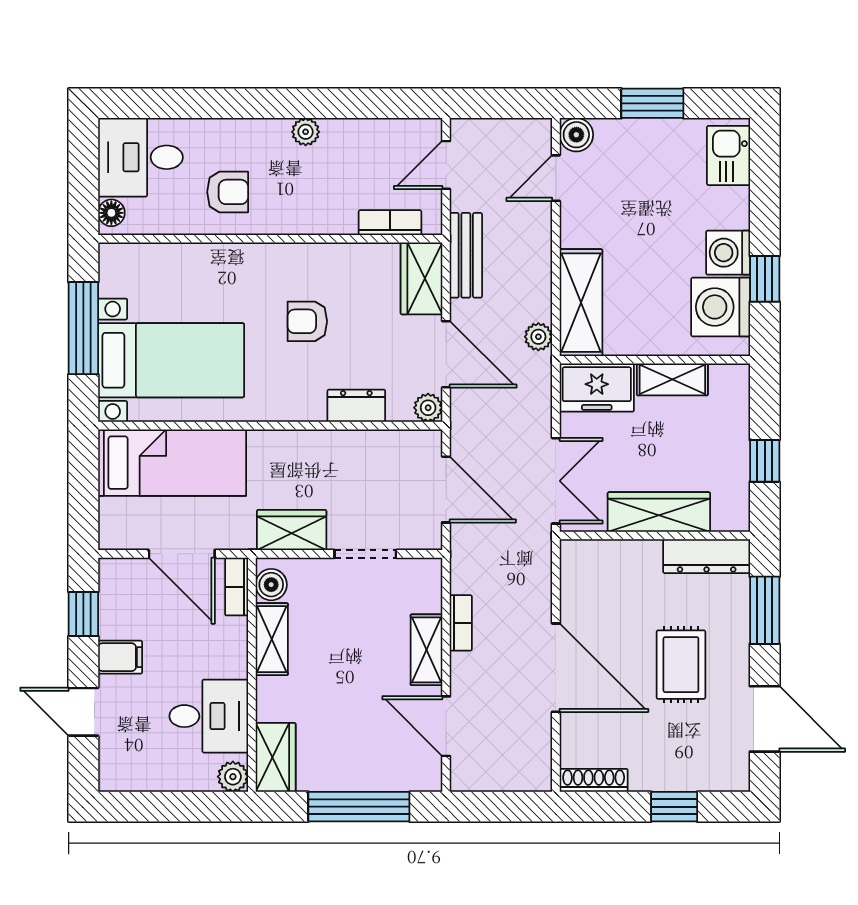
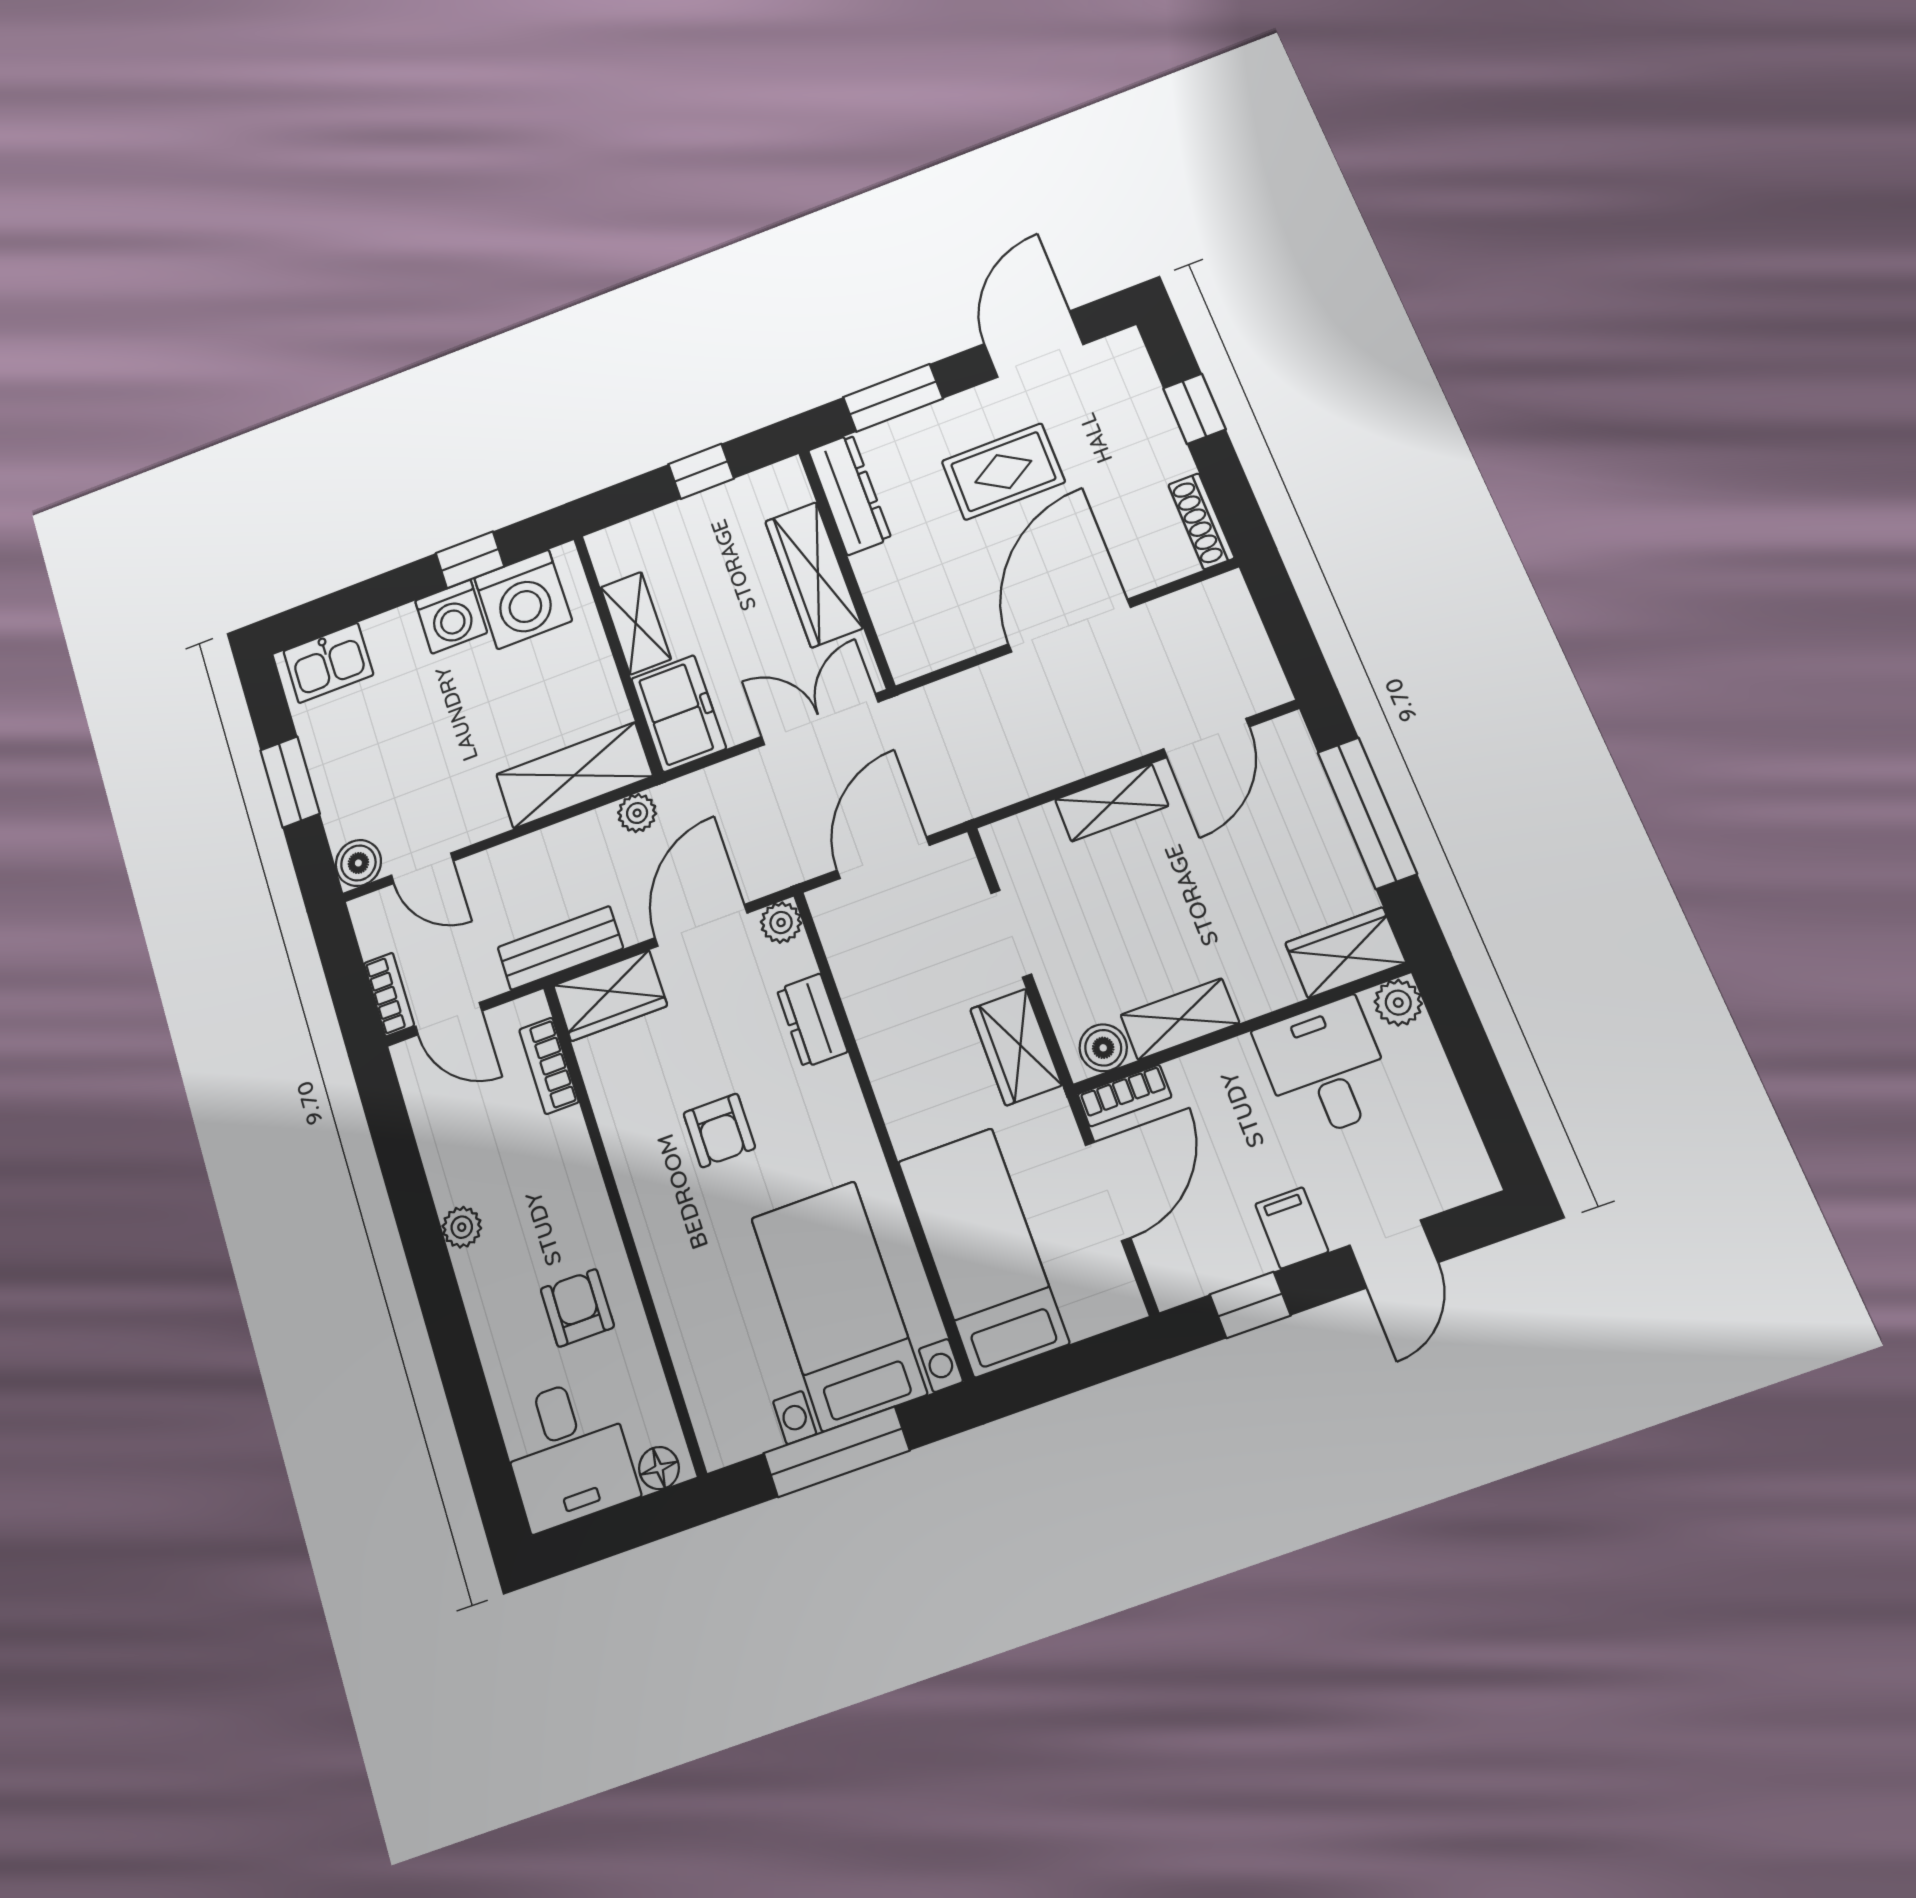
bookcase: (461, 623) -> (389, 994), moved, turned 90

